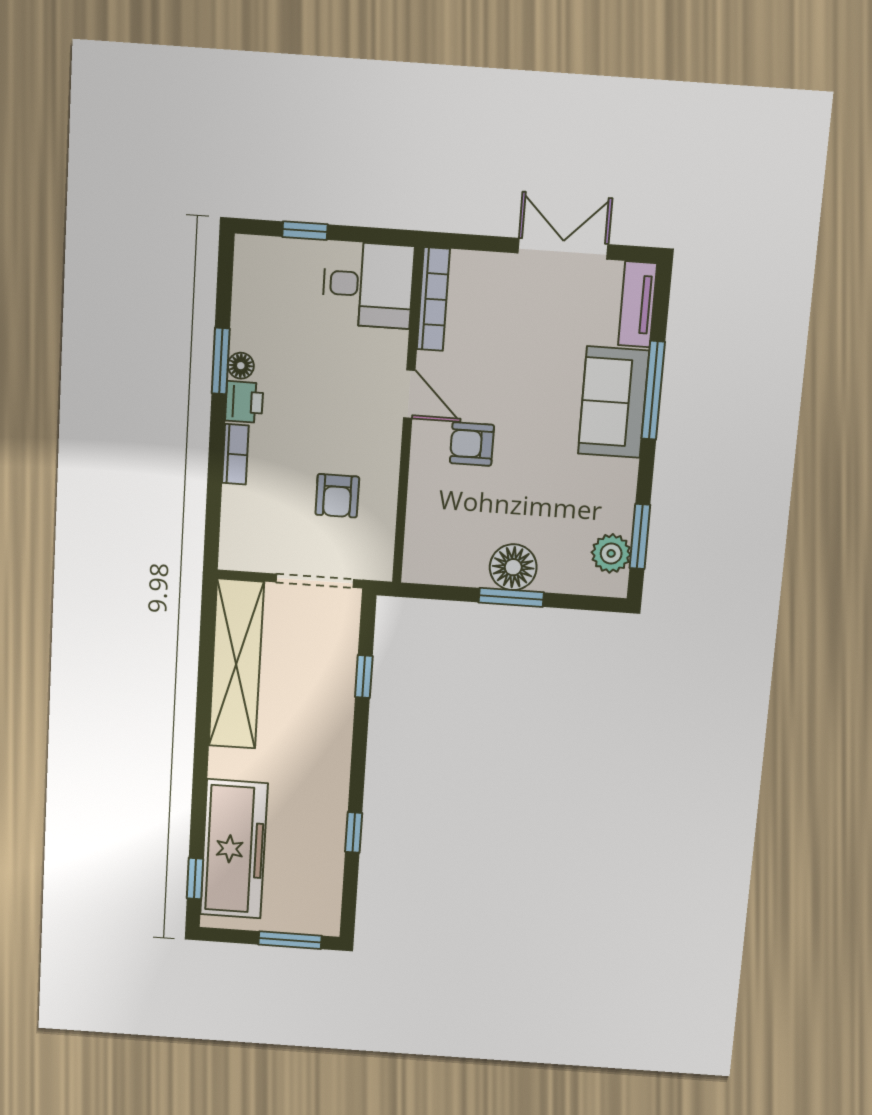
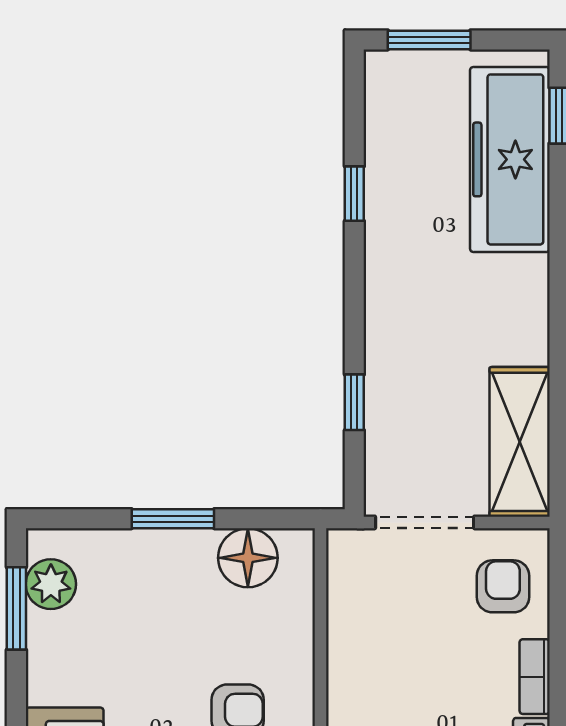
armchair: (337, 496) -> (503, 586), moved
floor lamp: (513, 567) -> (248, 558), moved
shelving: (236, 664) -> (520, 442), width x0.68

